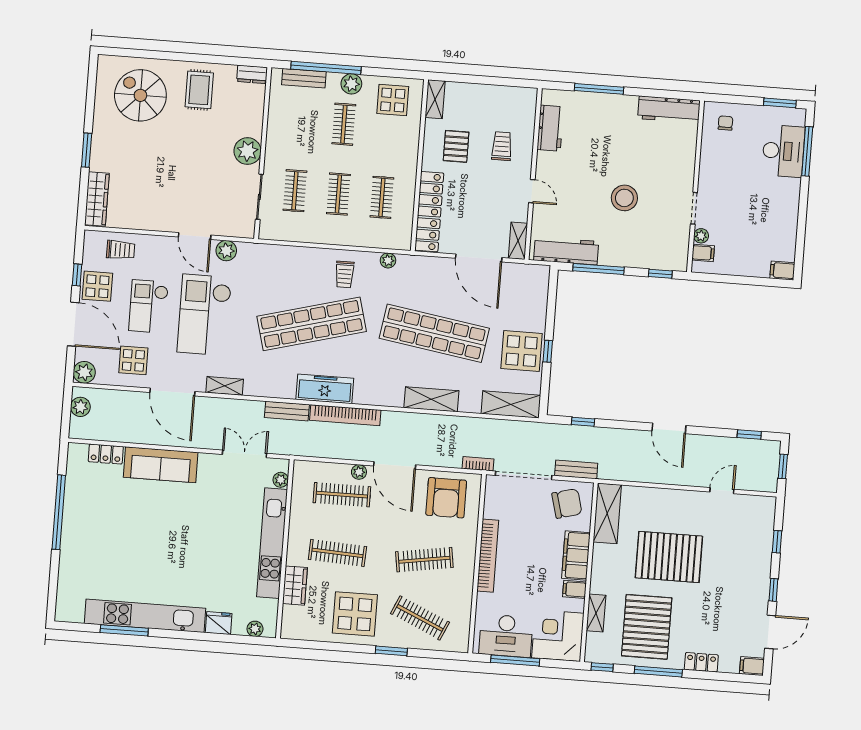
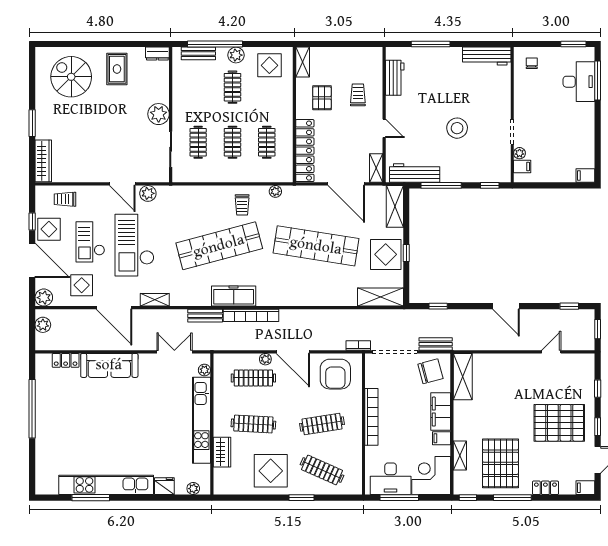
trolley: (121, 250) -> (65, 199), turned 180
shelving: (431, 399) -> (395, 206), moved, turned 90
pallet: (669, 557) -> (559, 423), moved

